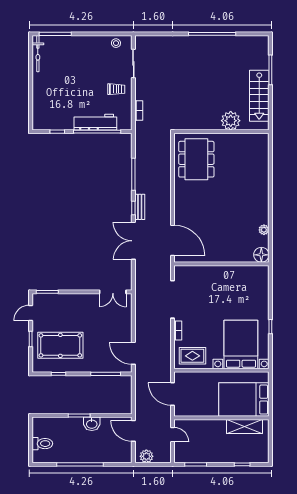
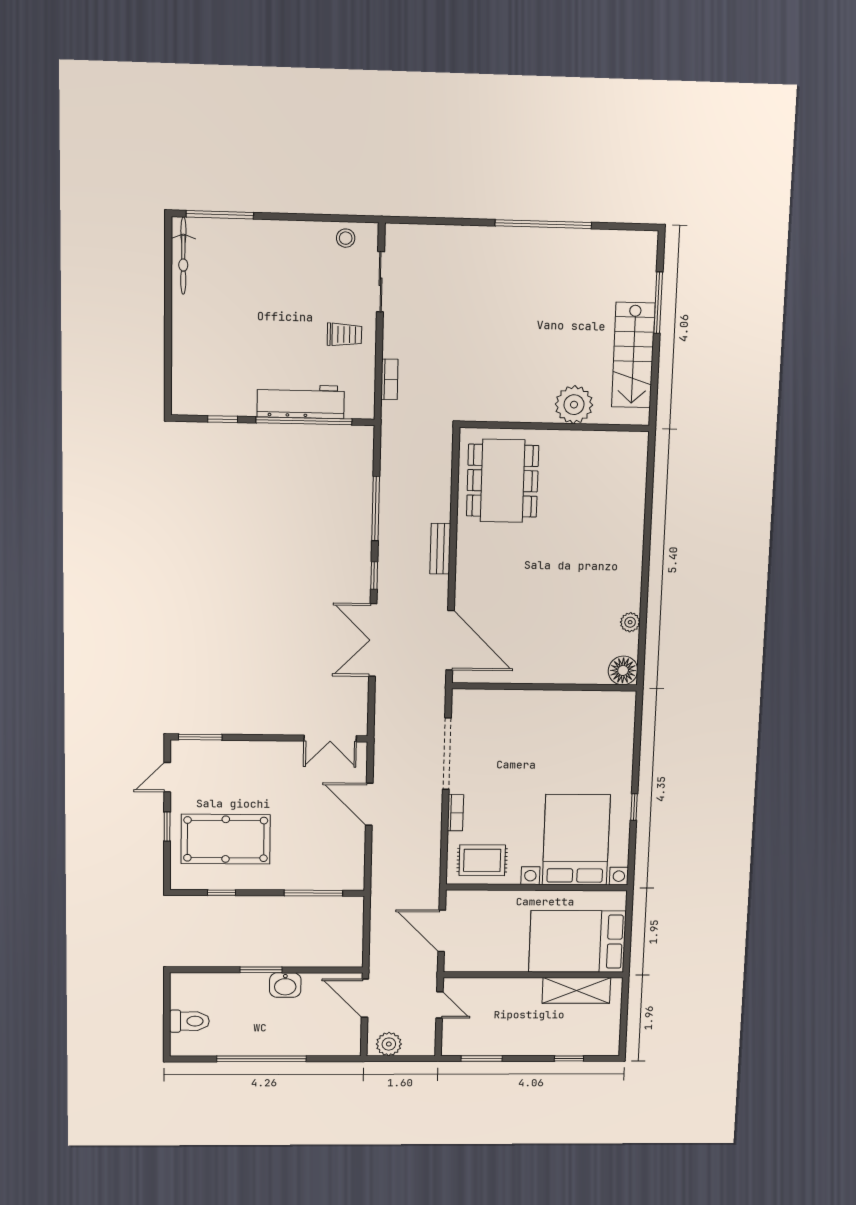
bench: (140, 207) -> (440, 549), moved
door: (133, 353) -> (369, 804), moved

